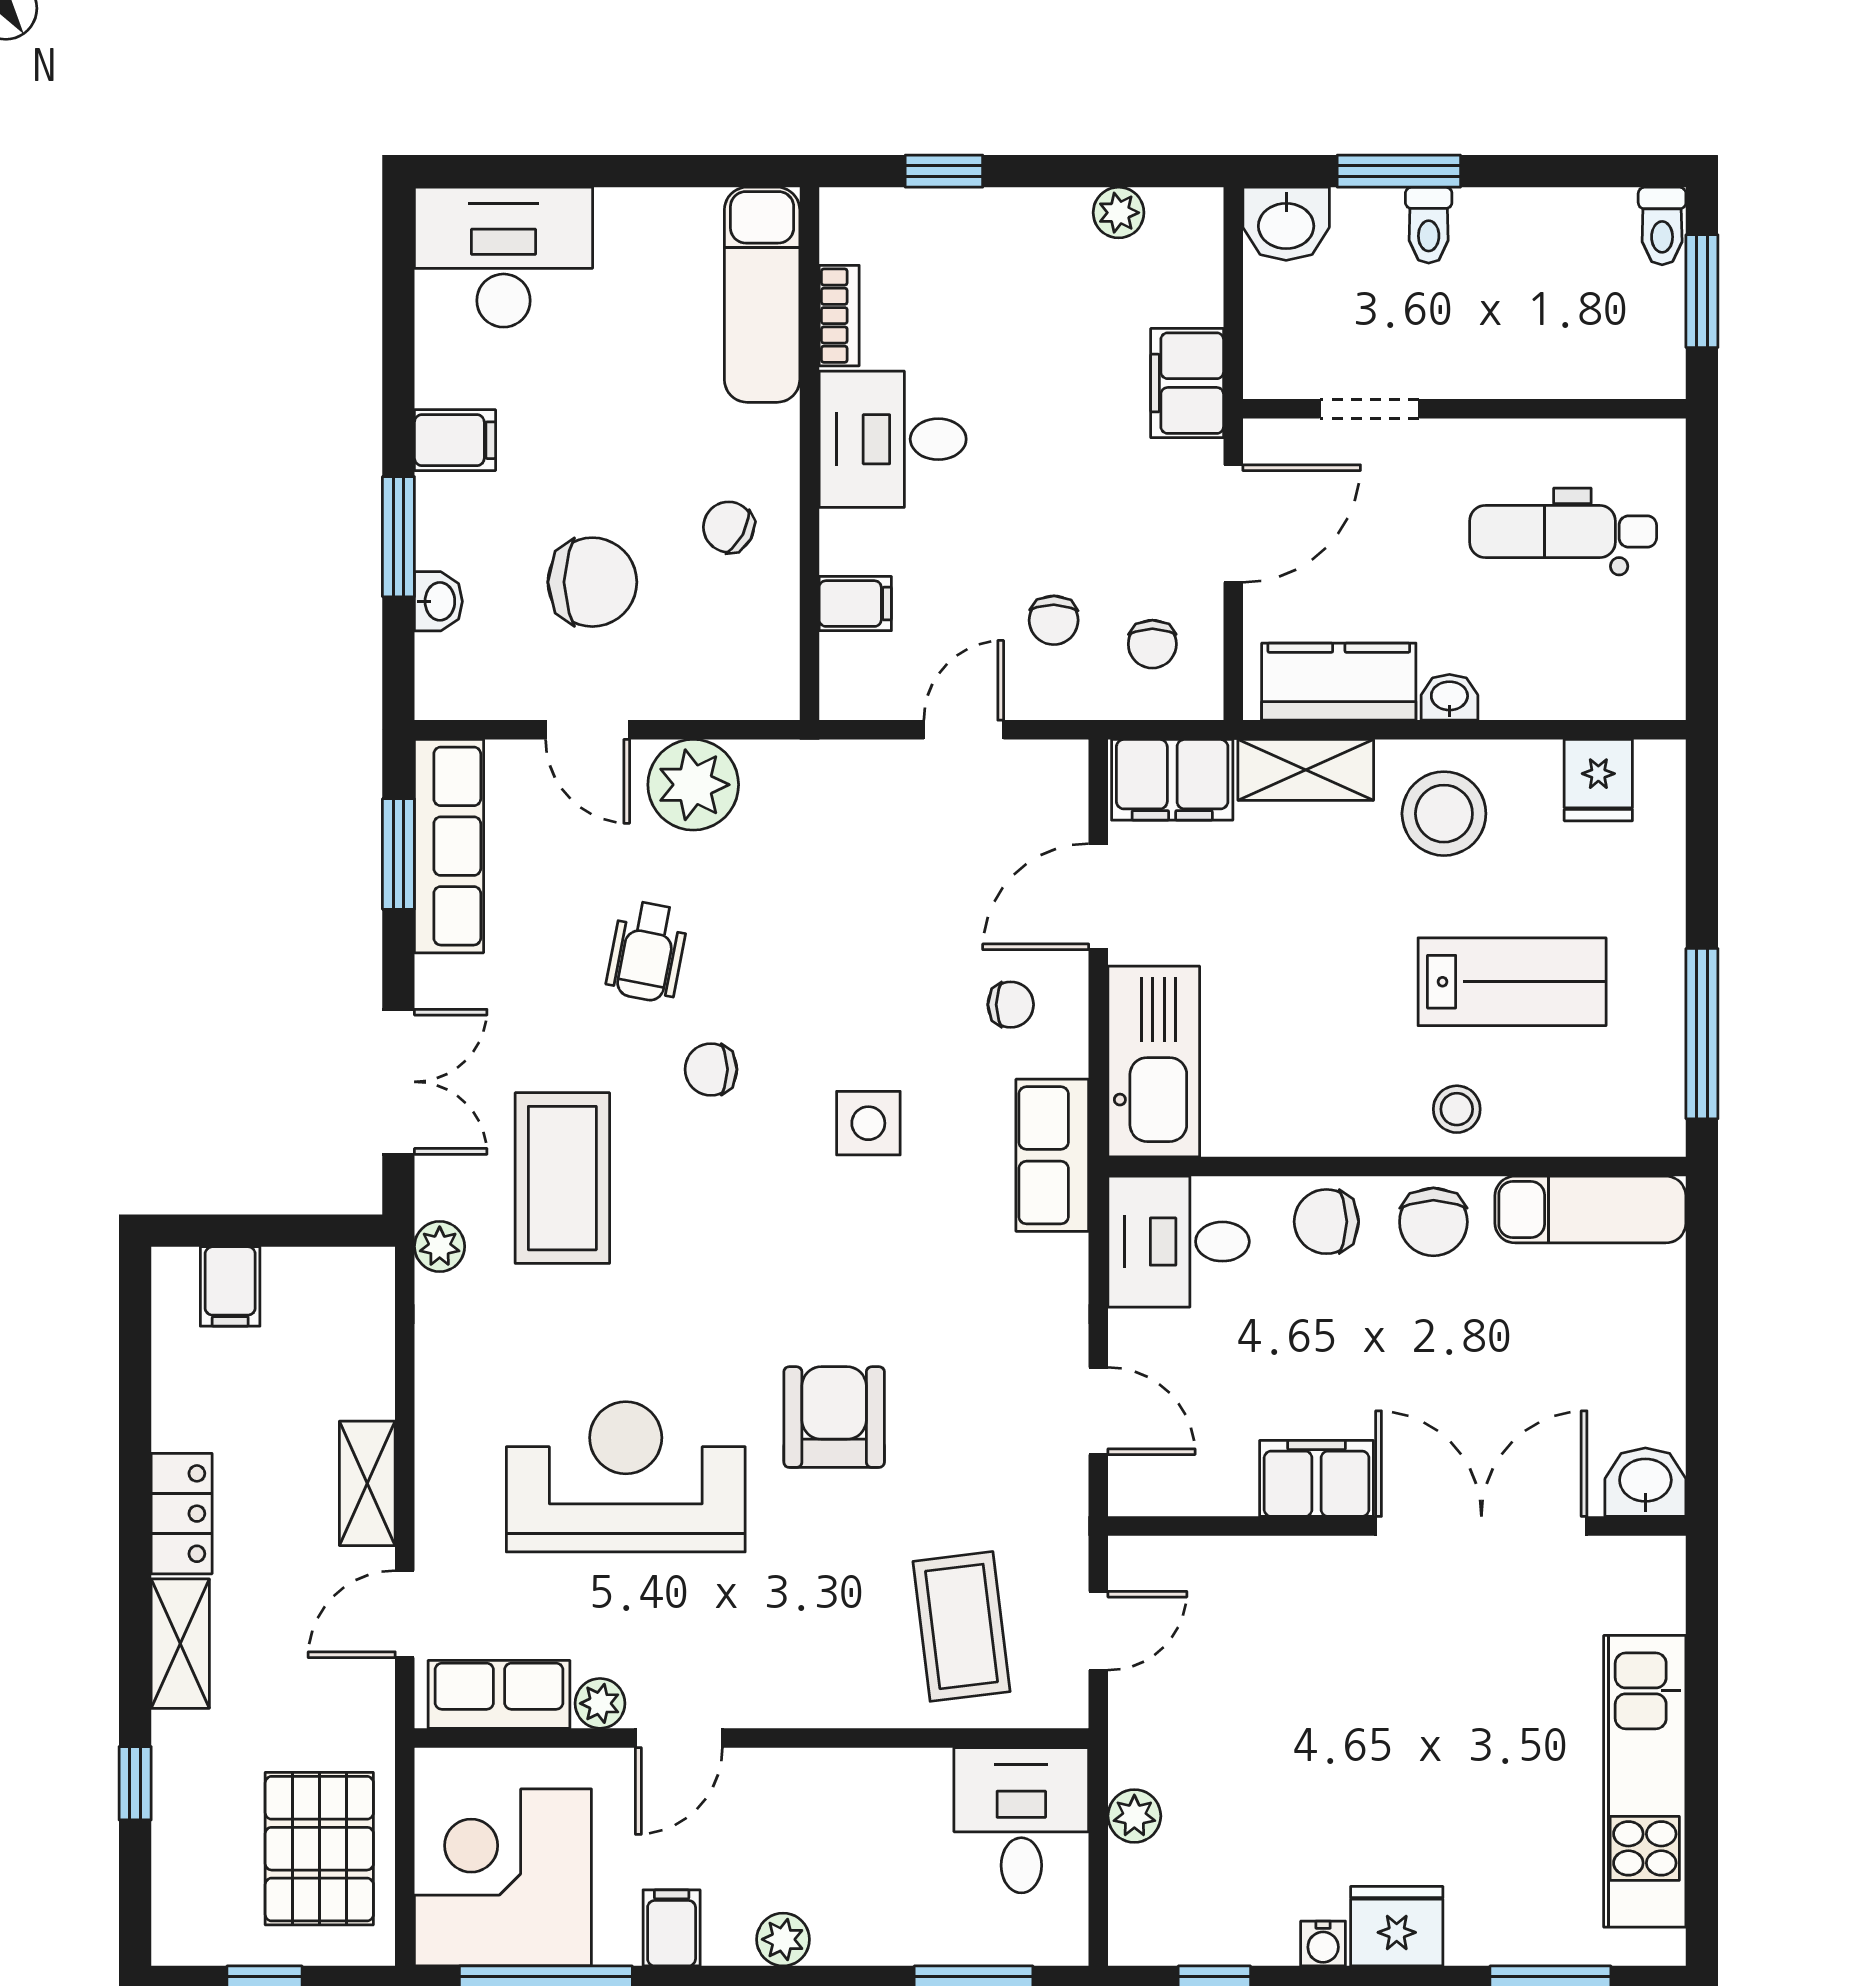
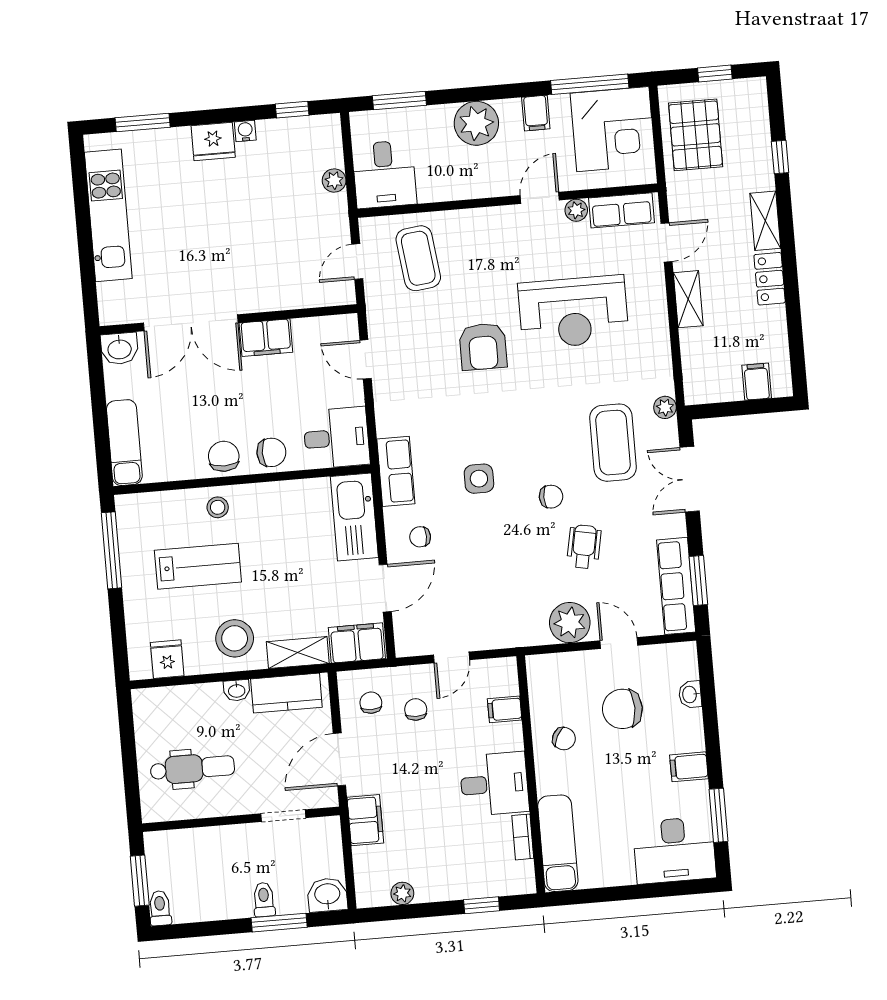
window: (398, 537) -> (718, 815), moved
lab bench: (1512, 982) -> (198, 566), turned 180
exam couch: (1590, 1210) -> (124, 443), moved, turned 90
plant: (783, 1939) -> (476, 123), width x1.88, depth x1.88

